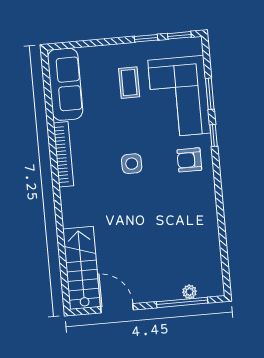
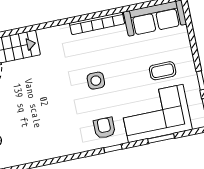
window: (214, 136) -> (113, 148), moved

